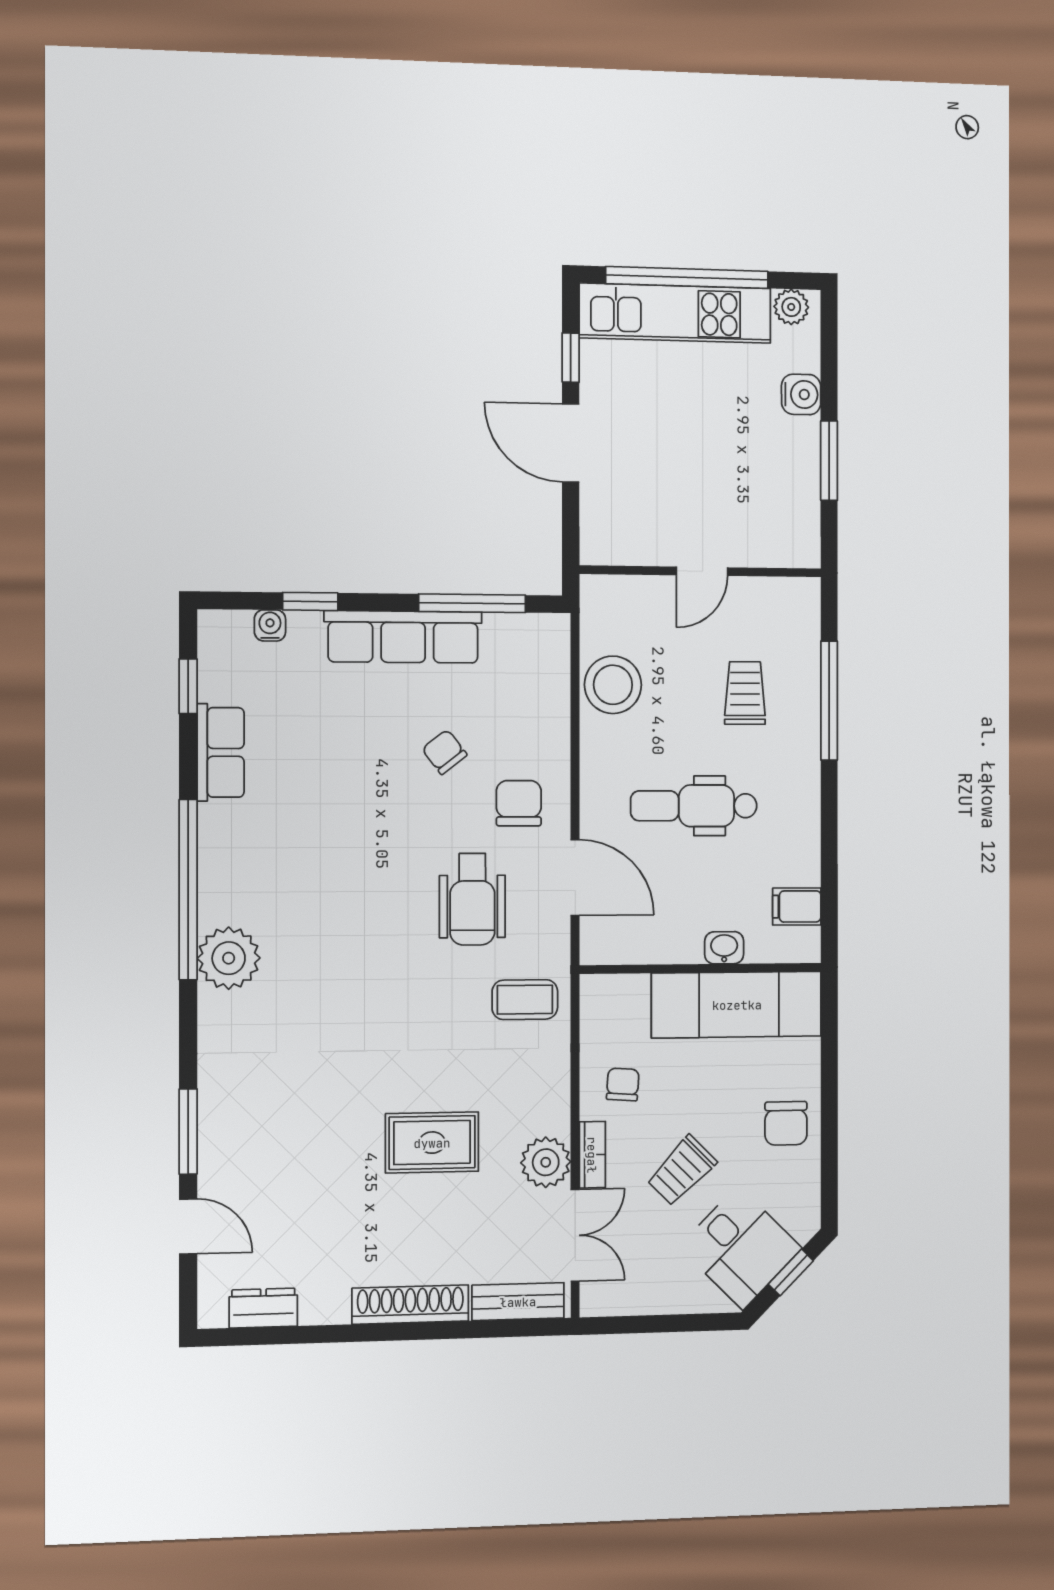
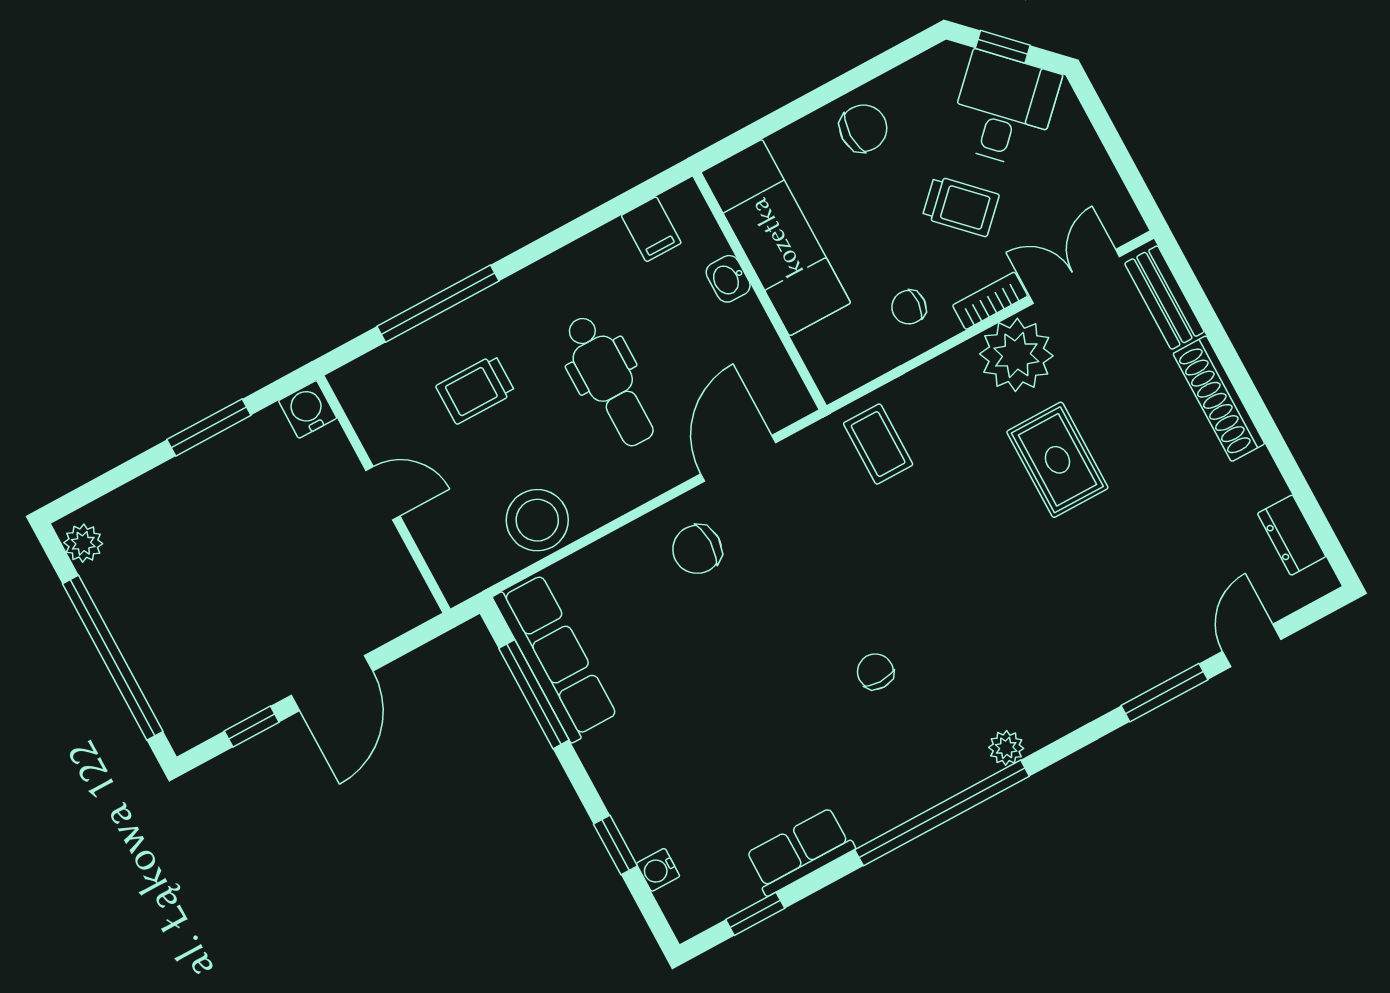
kitchen unit: (675, 313) -> (153, 651), removed
water cooler: (801, 394) -> (308, 409), moved
row of seats: (403, 637) -> (555, 657), moved
chair: (444, 752) -> (875, 672), moved, turned 128
wheelchair: (472, 899) -> (810, 545), removed
plant: (229, 958) -> (1006, 748), width x0.53, depth x0.53
plant: (546, 1162) -> (1016, 355), width x1.36, depth x1.36

